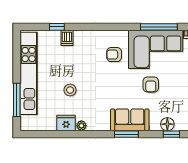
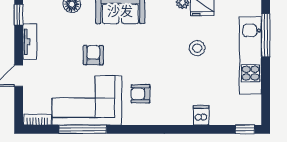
window: (57, 27) -> (245, 129), moved
armchair: (114, 55) -> (140, 94), turned 180
kitchen unit: (29, 73) -> (250, 55), width x0.73

